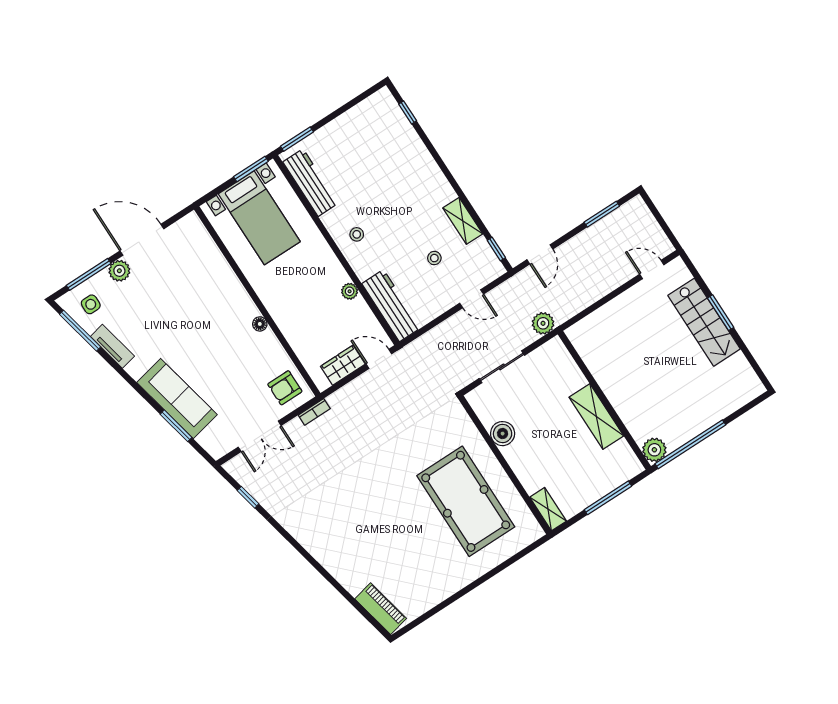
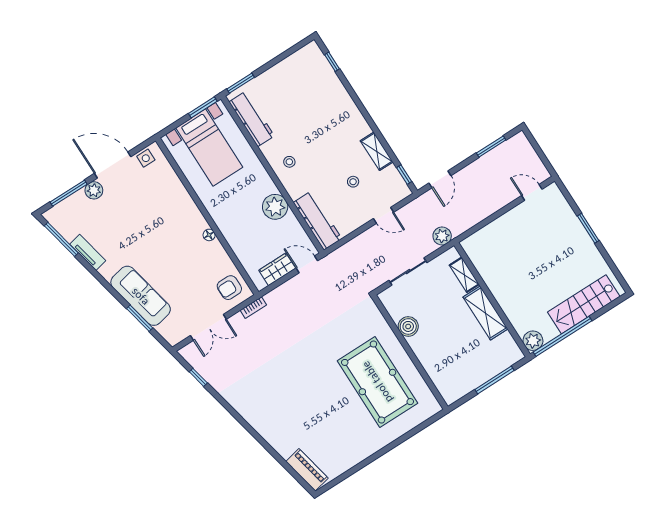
plant: (350, 291) -> (275, 207), width x1.88, depth x1.88
side table: (91, 304) -> (146, 158), moved
stairs: (704, 322) -> (584, 304), moved, turned 90
shelving: (548, 509) -> (464, 275), moved

